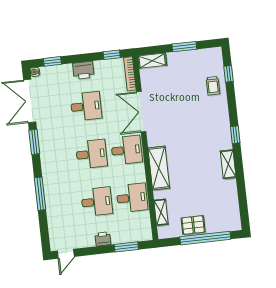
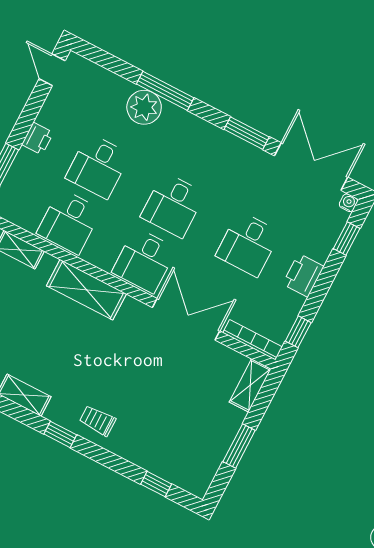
trolley: (213, 86) -> (98, 421), moved
plant: (54, 198) -> (144, 107), added

